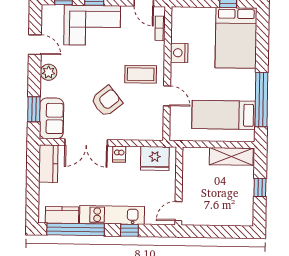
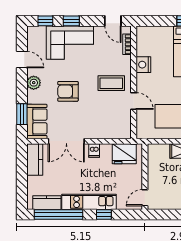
armchair: (107, 101) -> (68, 91), moved, turned -141

